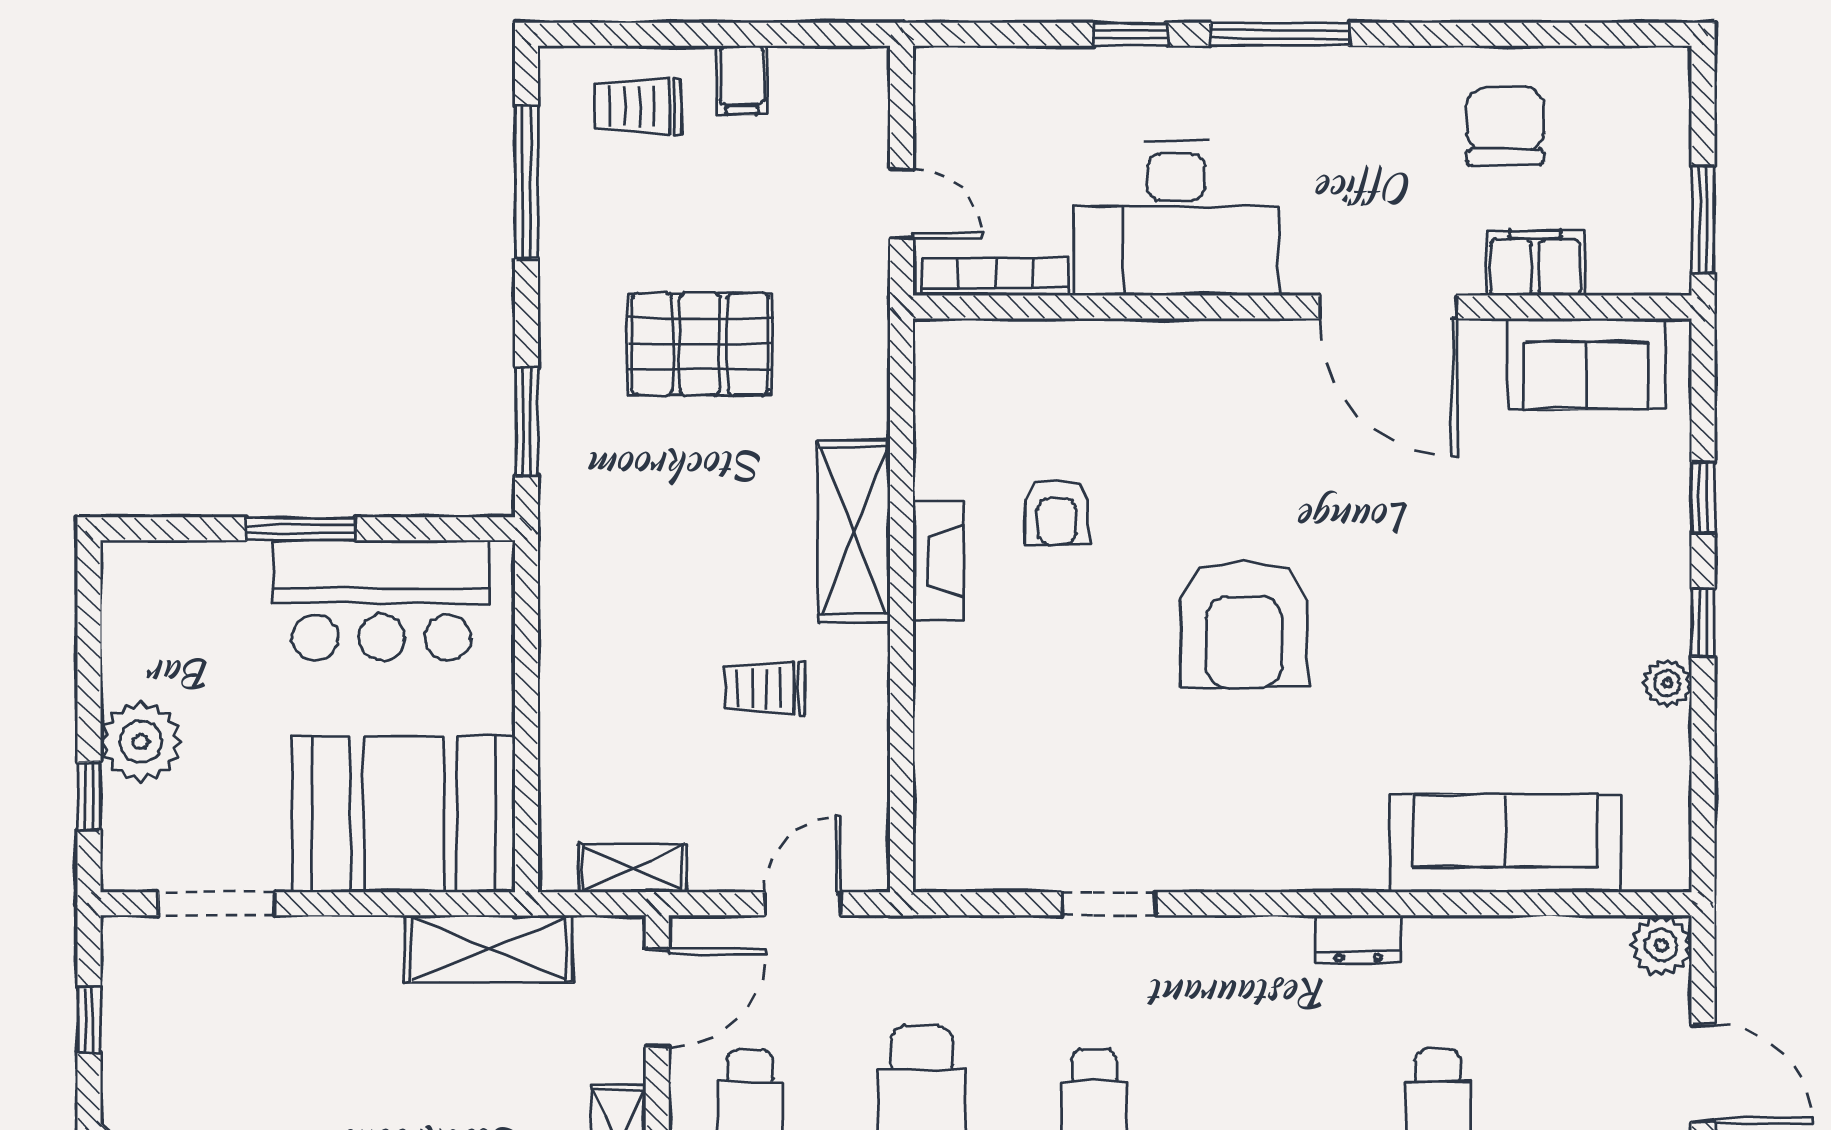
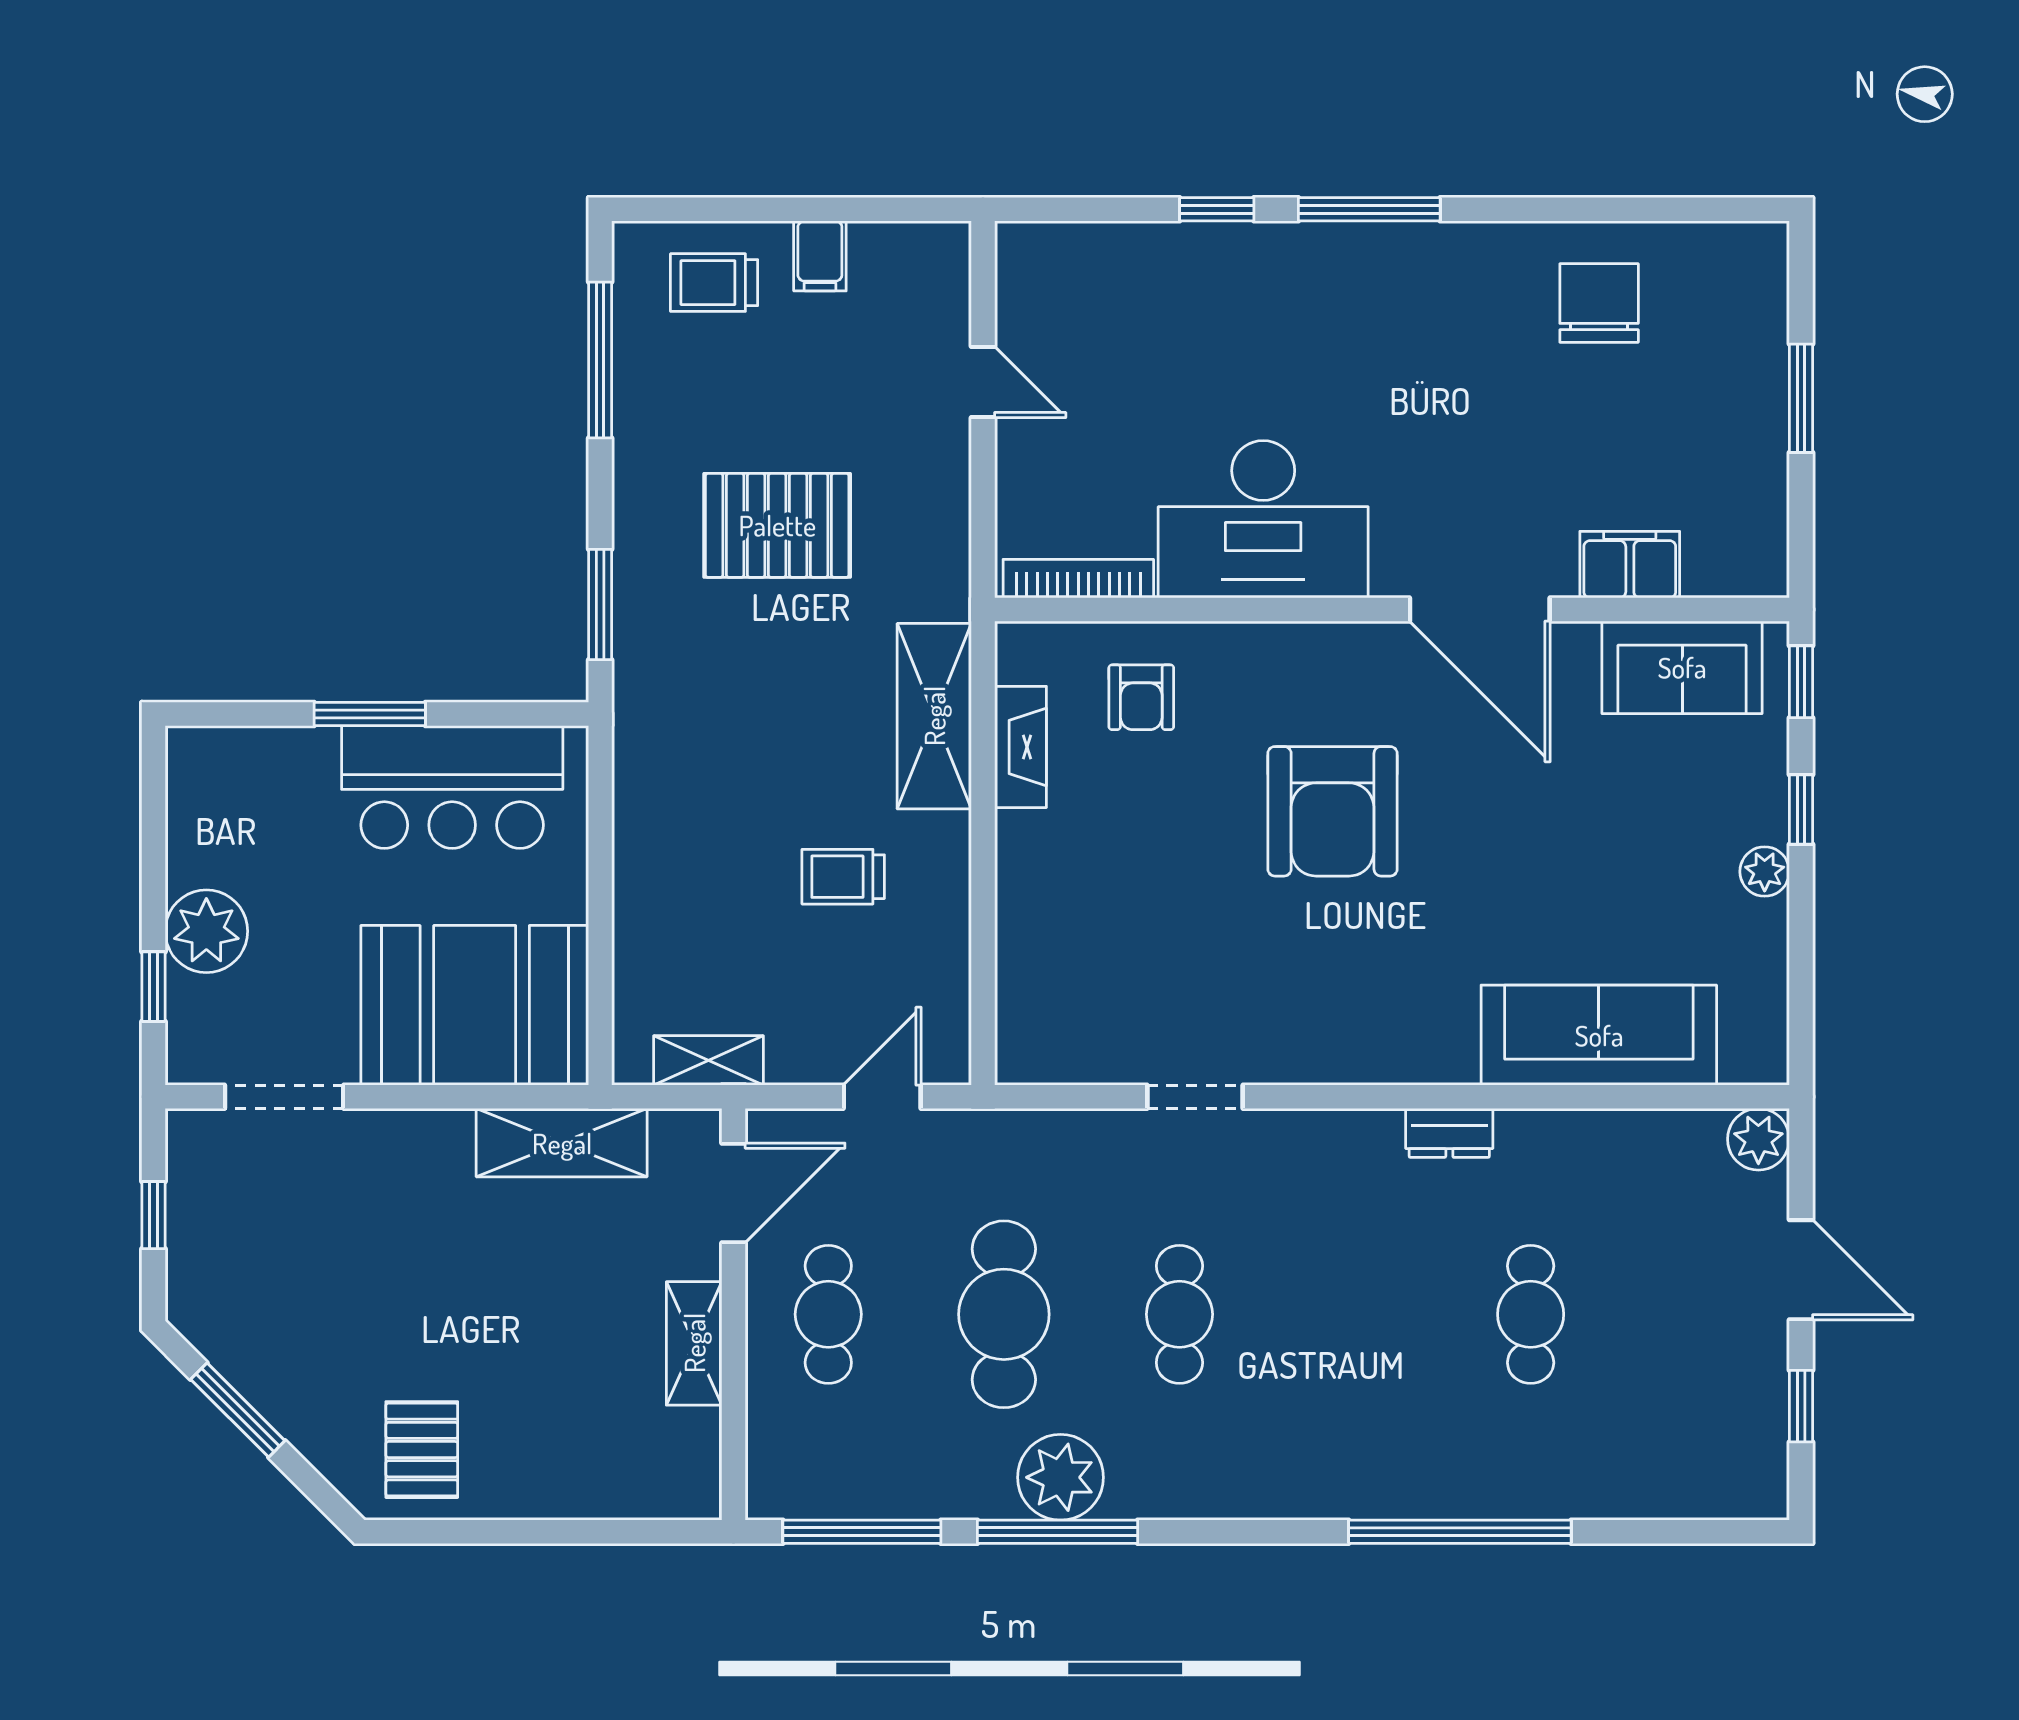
desk: (1176, 219) -> (1263, 519), moved
filing cabinet: (1535, 263) -> (1630, 565), moved
bookcase: (995, 277) -> (1078, 579), moved
wall: (1302, 307) -> (1392, 609), moved
door: (1388, 307) -> (1480, 609), moved
sofa: (1586, 364) -> (1682, 667), moved

